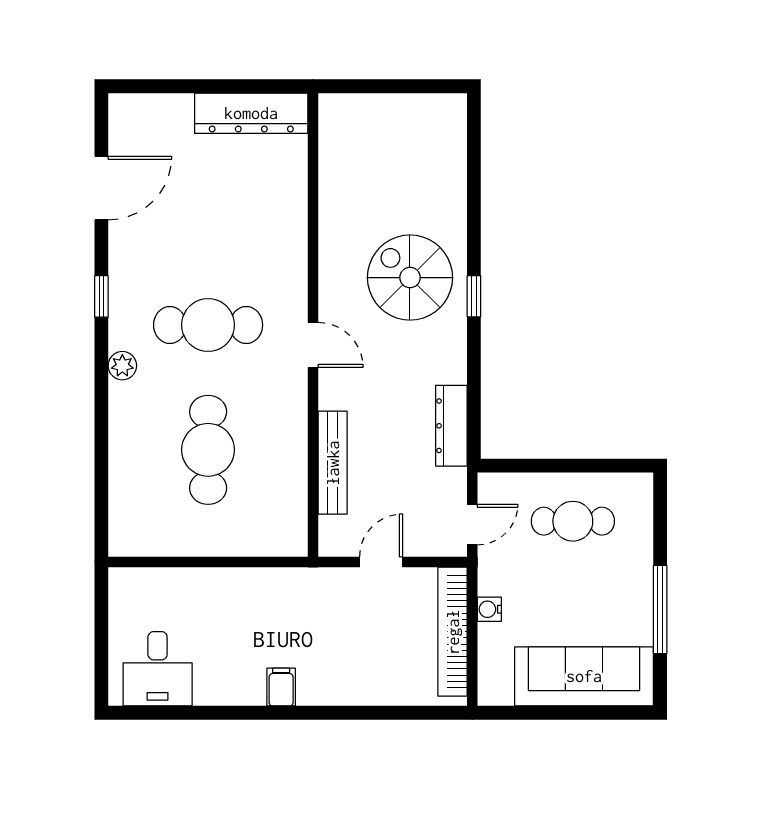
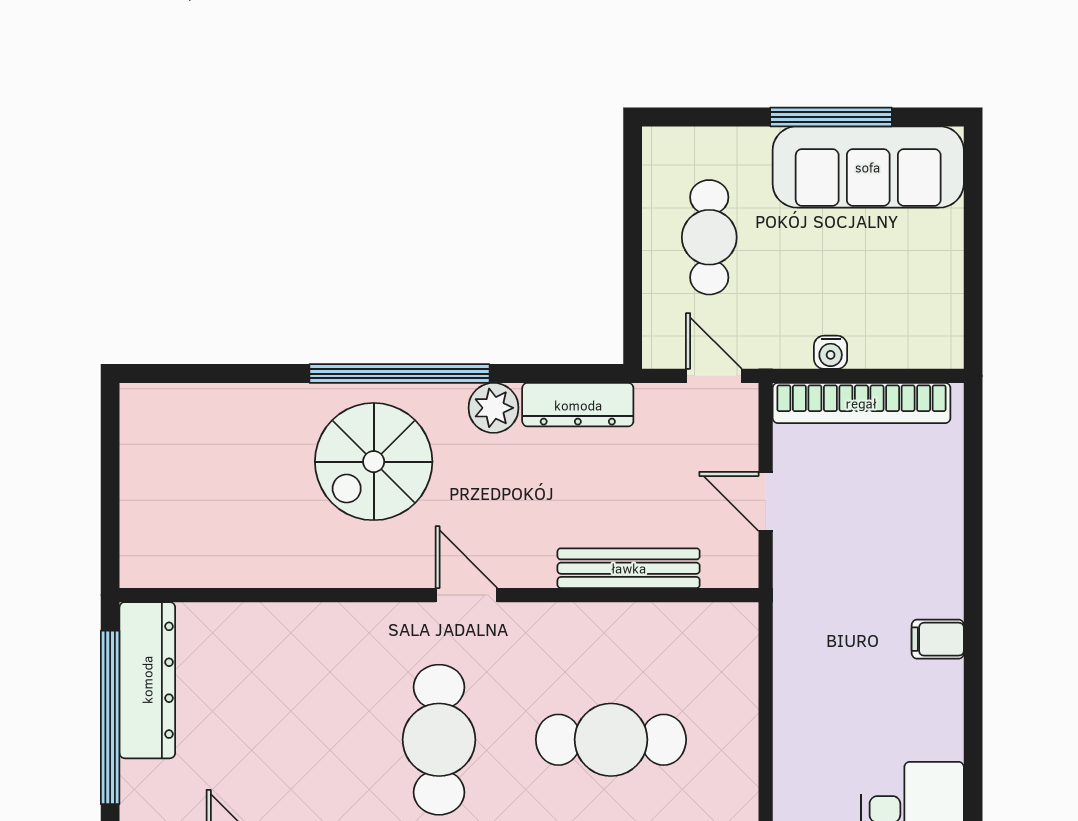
window: (224, 86) -> (110, 717), added
window: (474, 296) -> (399, 374), width x3.17
door: (313, 345) -> (466, 595), hinge flipped
plant: (449, 365) -> (493, 408), added
sofa: (584, 676) -> (868, 167), moved, turned -90

